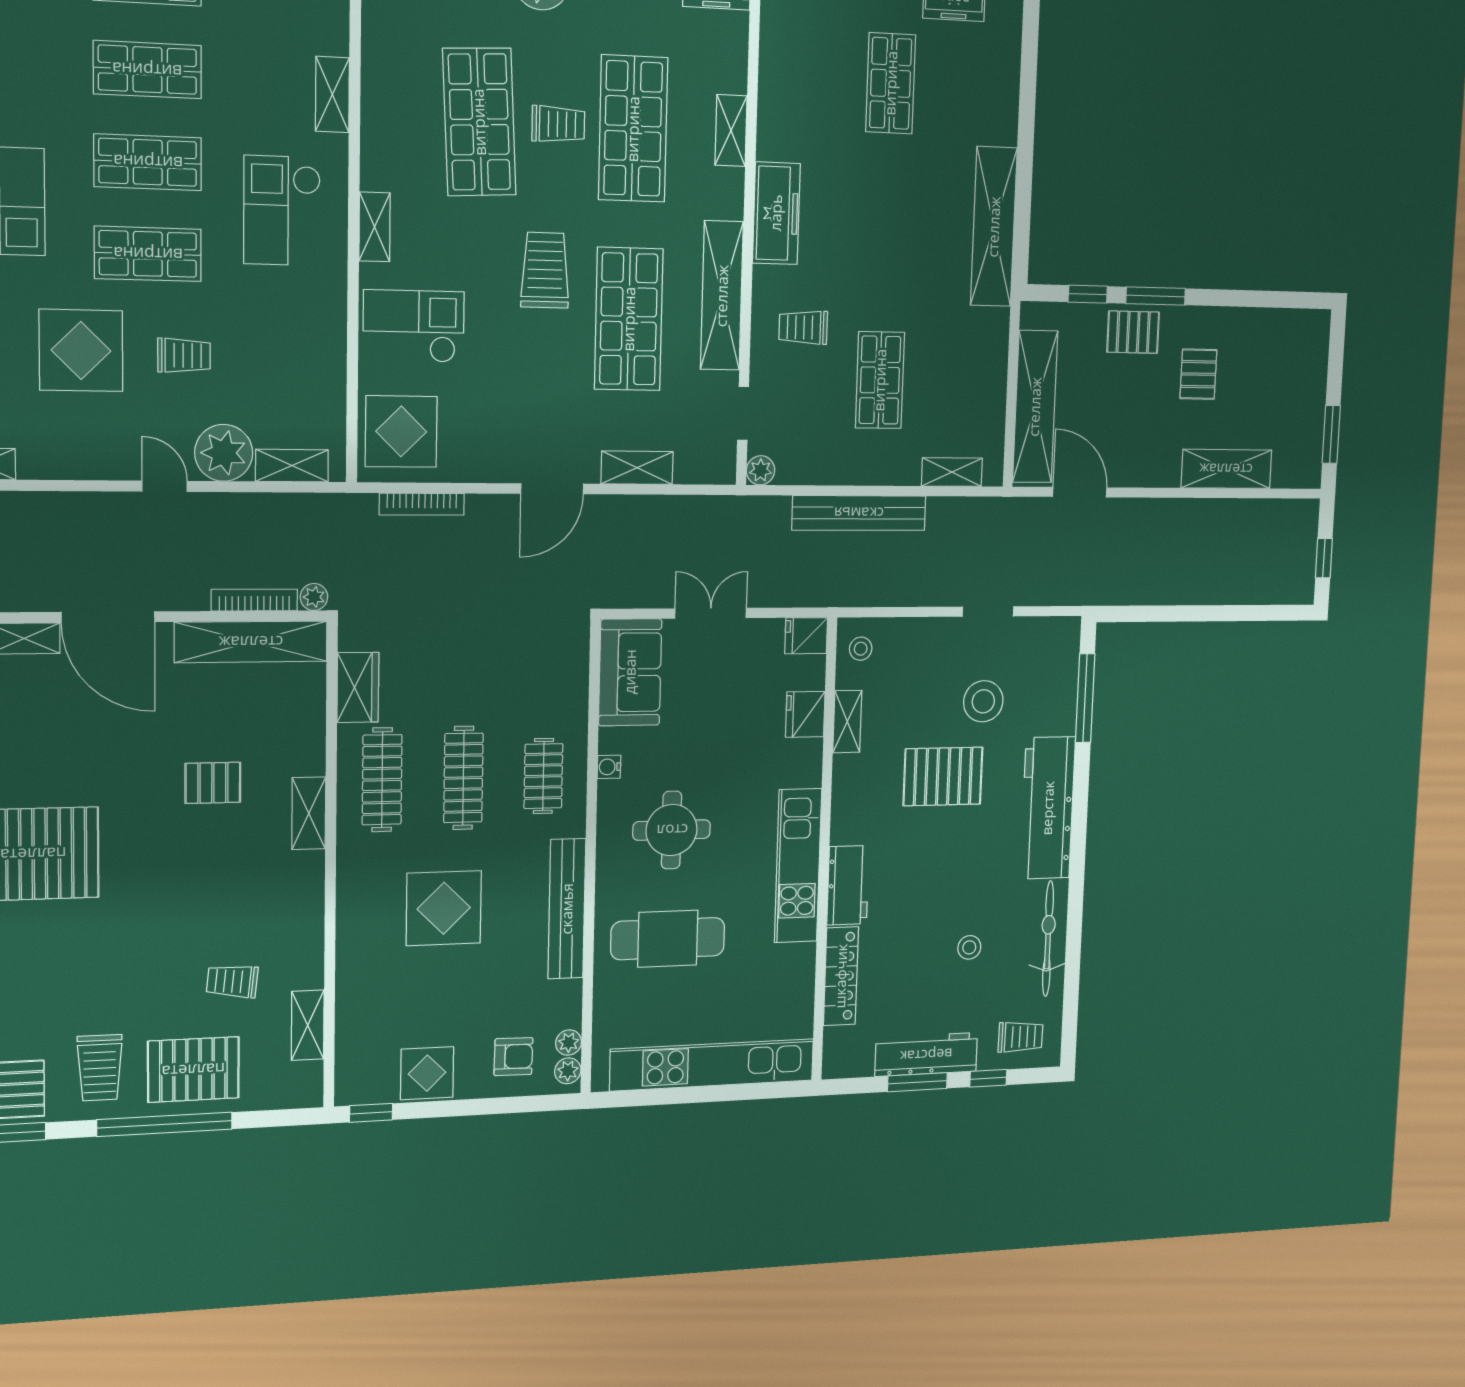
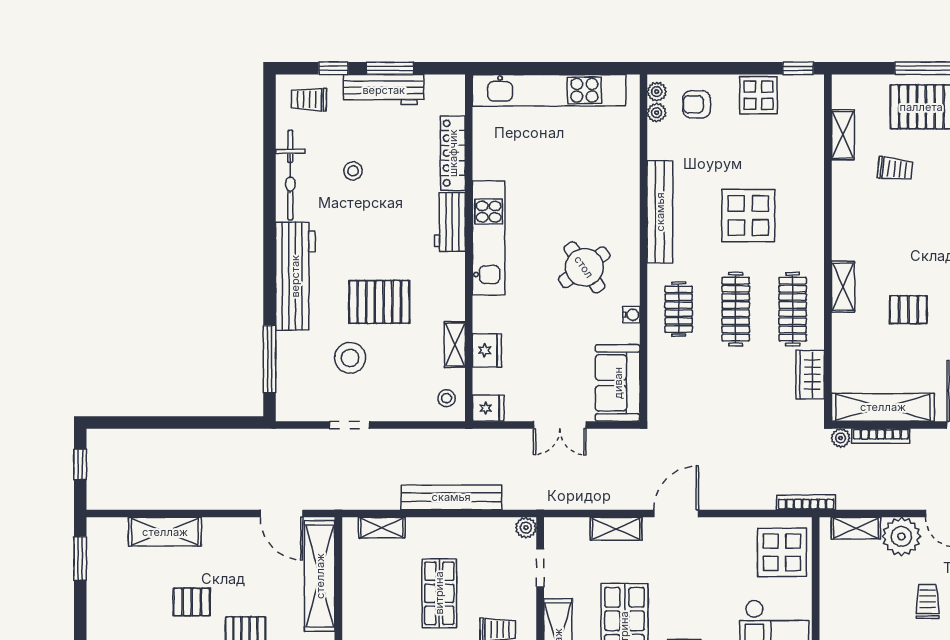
trolley: (184, 355) -> (928, 601), turned 90
pallet: (1198, 374) -> (192, 602), turned 90
bookcase: (422, 504) -> (806, 502), moved
round table: (672, 830) -> (584, 267), turned -35
cafe table: (668, 939) -> (585, 187), removed

